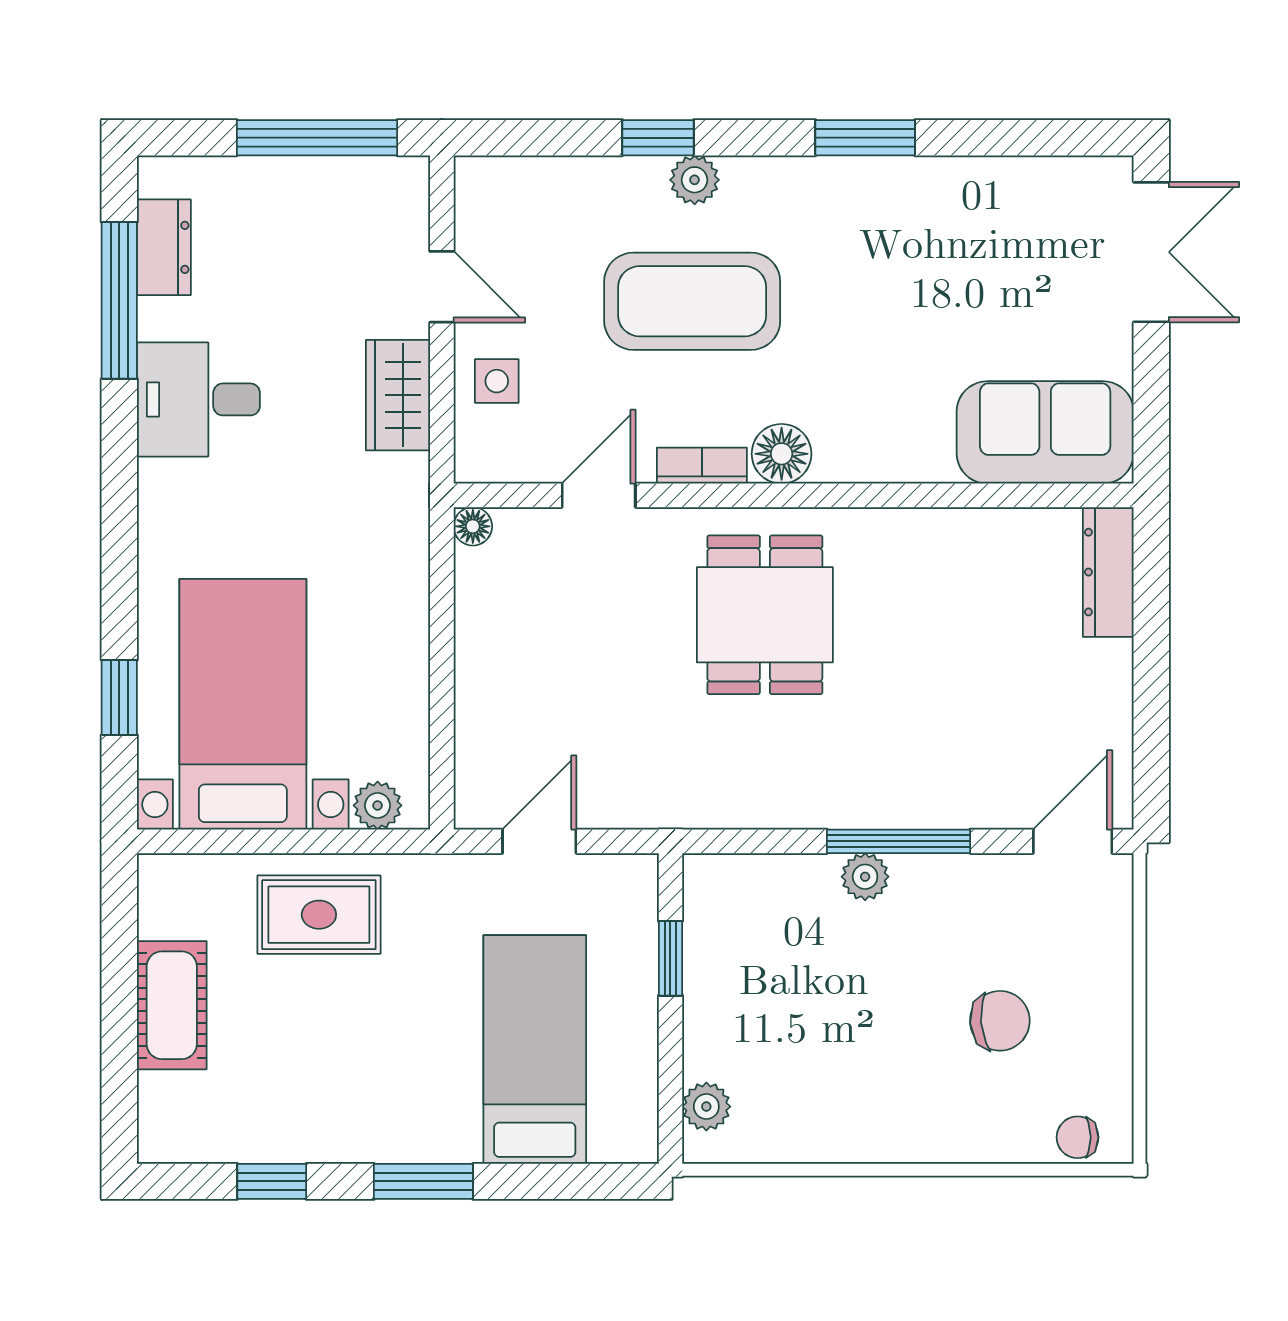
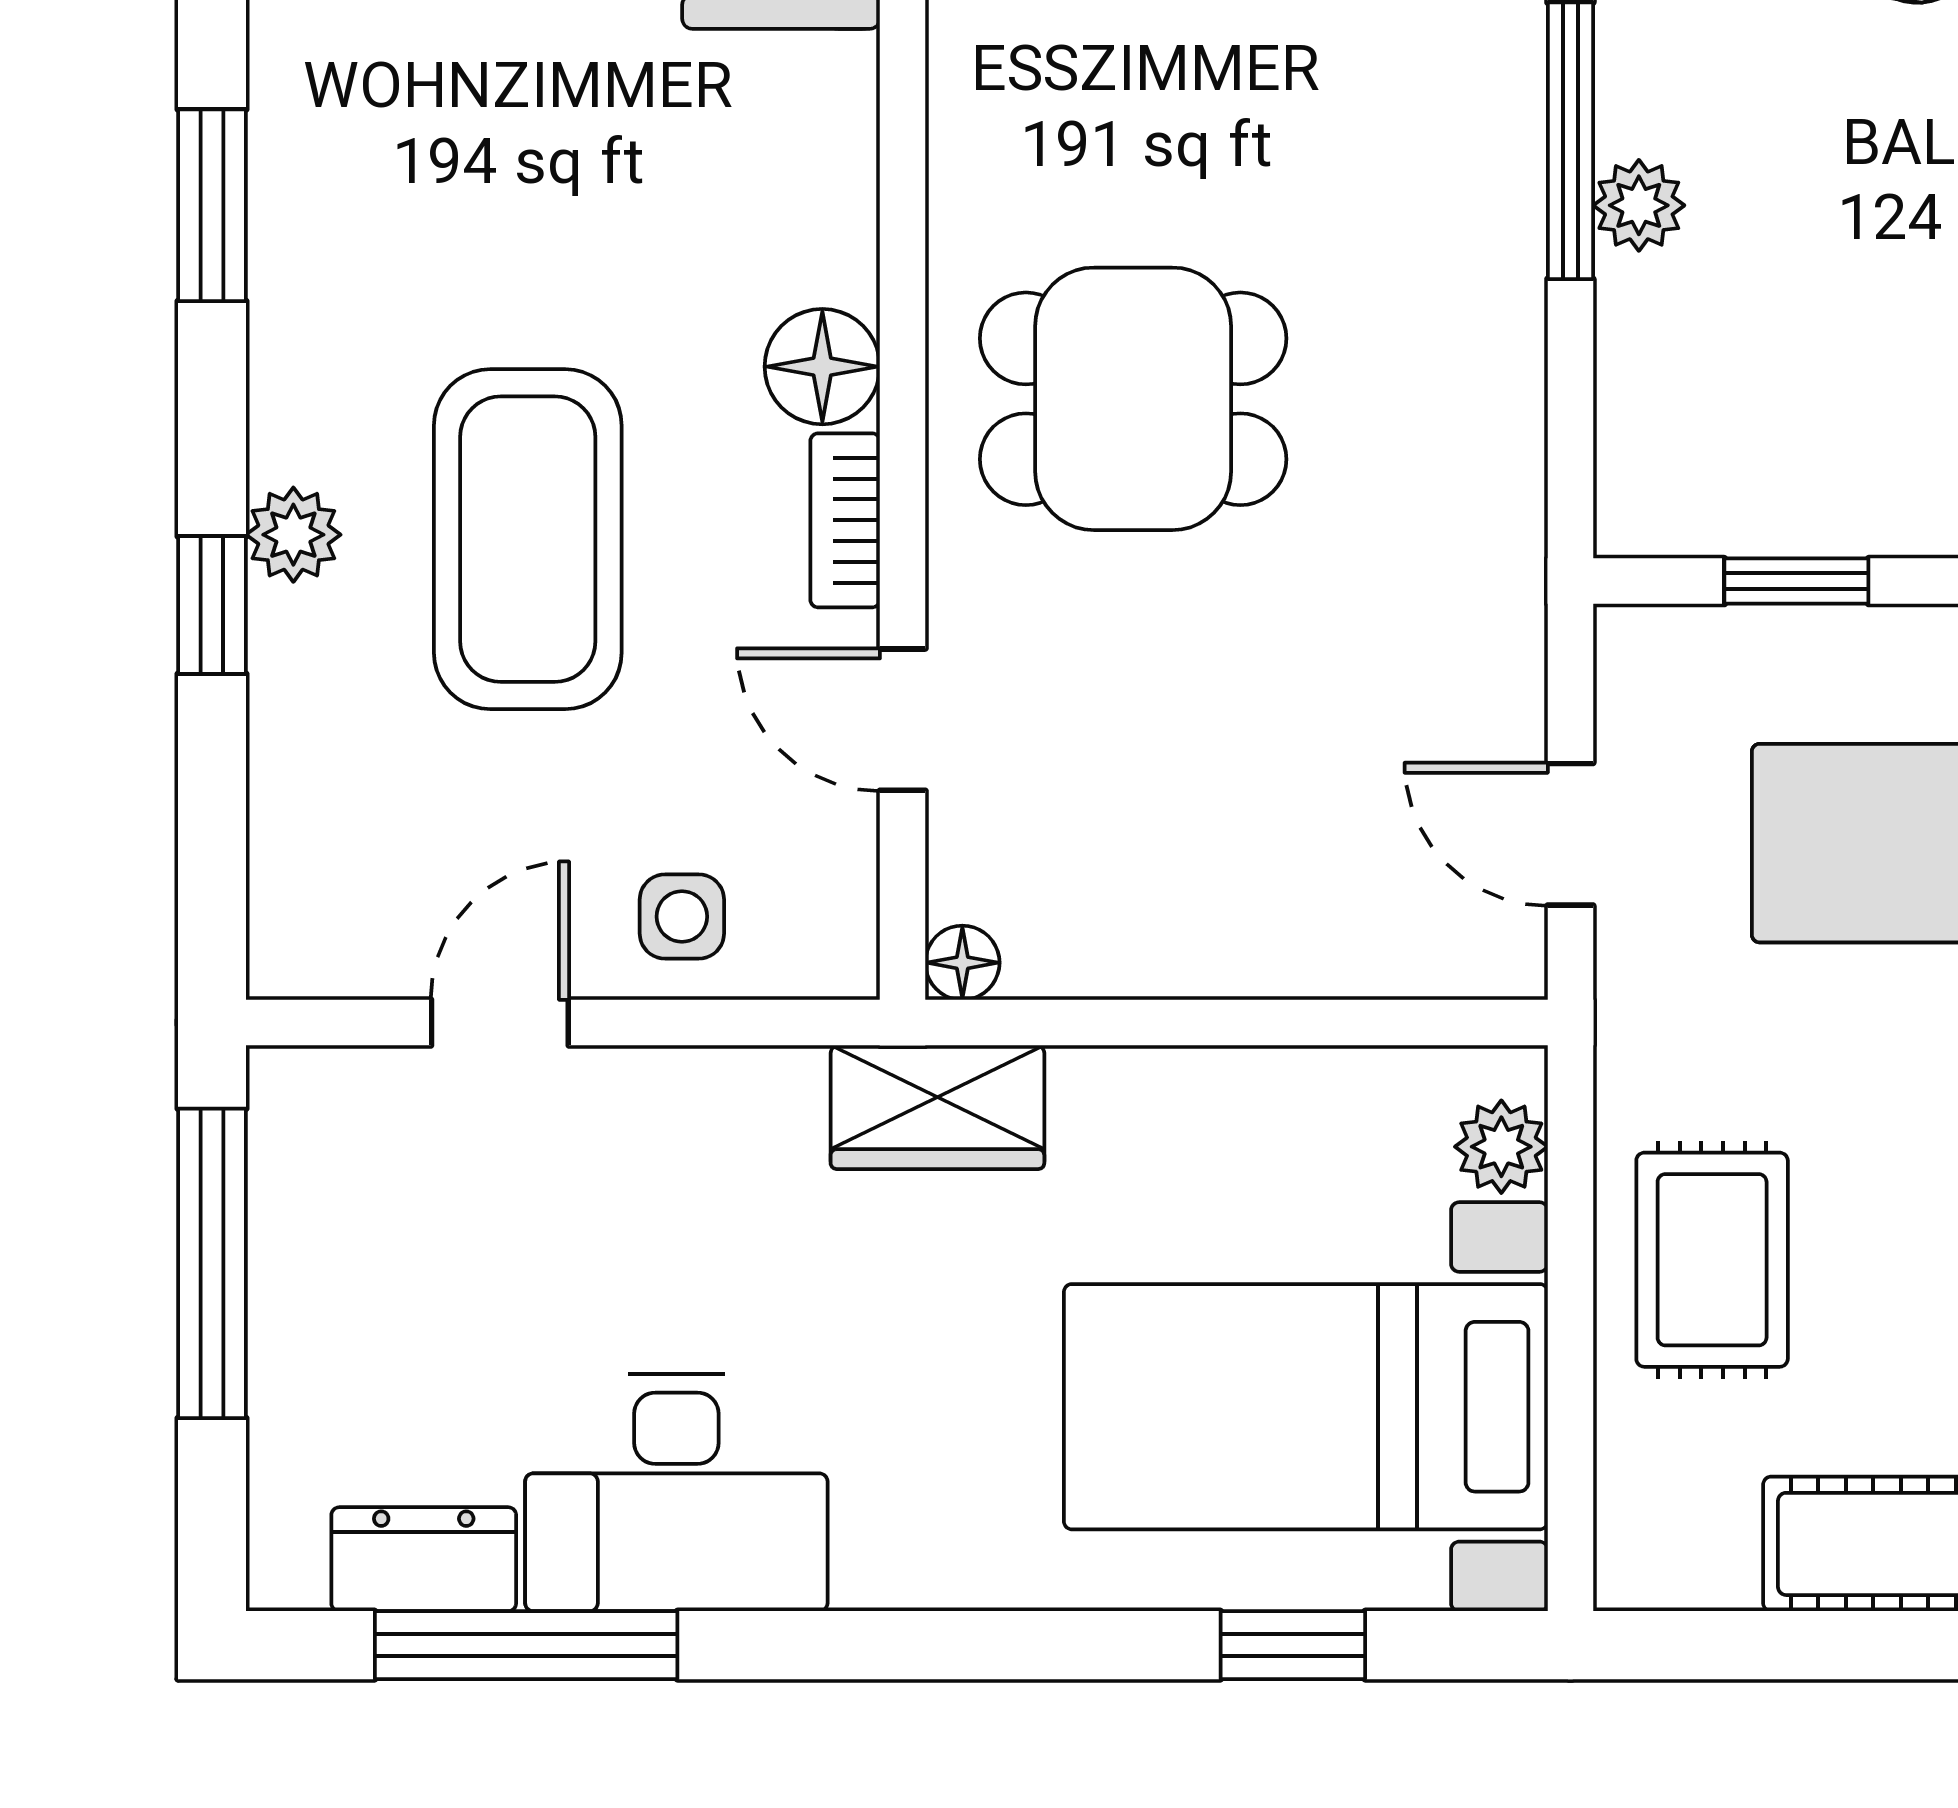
wardrobe: (398, 395) -> (937, 1107), moved
desk: (198, 399) -> (676, 1492), width x1.37

